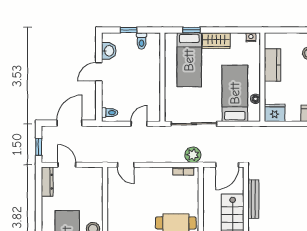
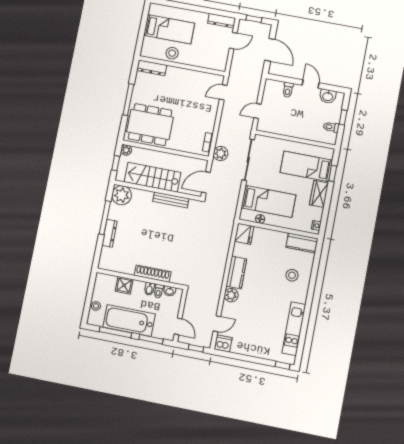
kitchen counter: (273, 65) -> (302, 243), moved
toilet: (110, 113) -> (288, 90), moved
door: (139, 124) -> (257, 111), swing flipped
door: (227, 165) -> (206, 182), hinge flipped

